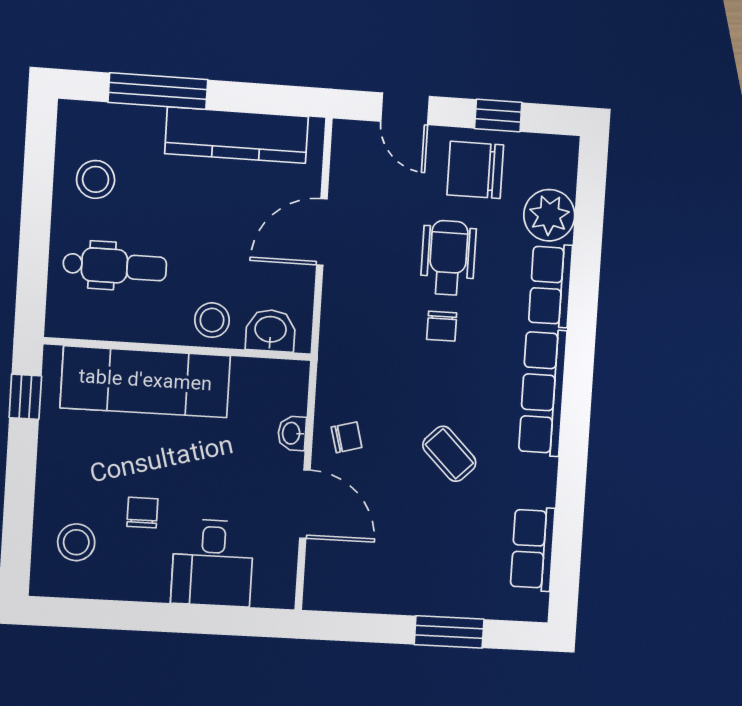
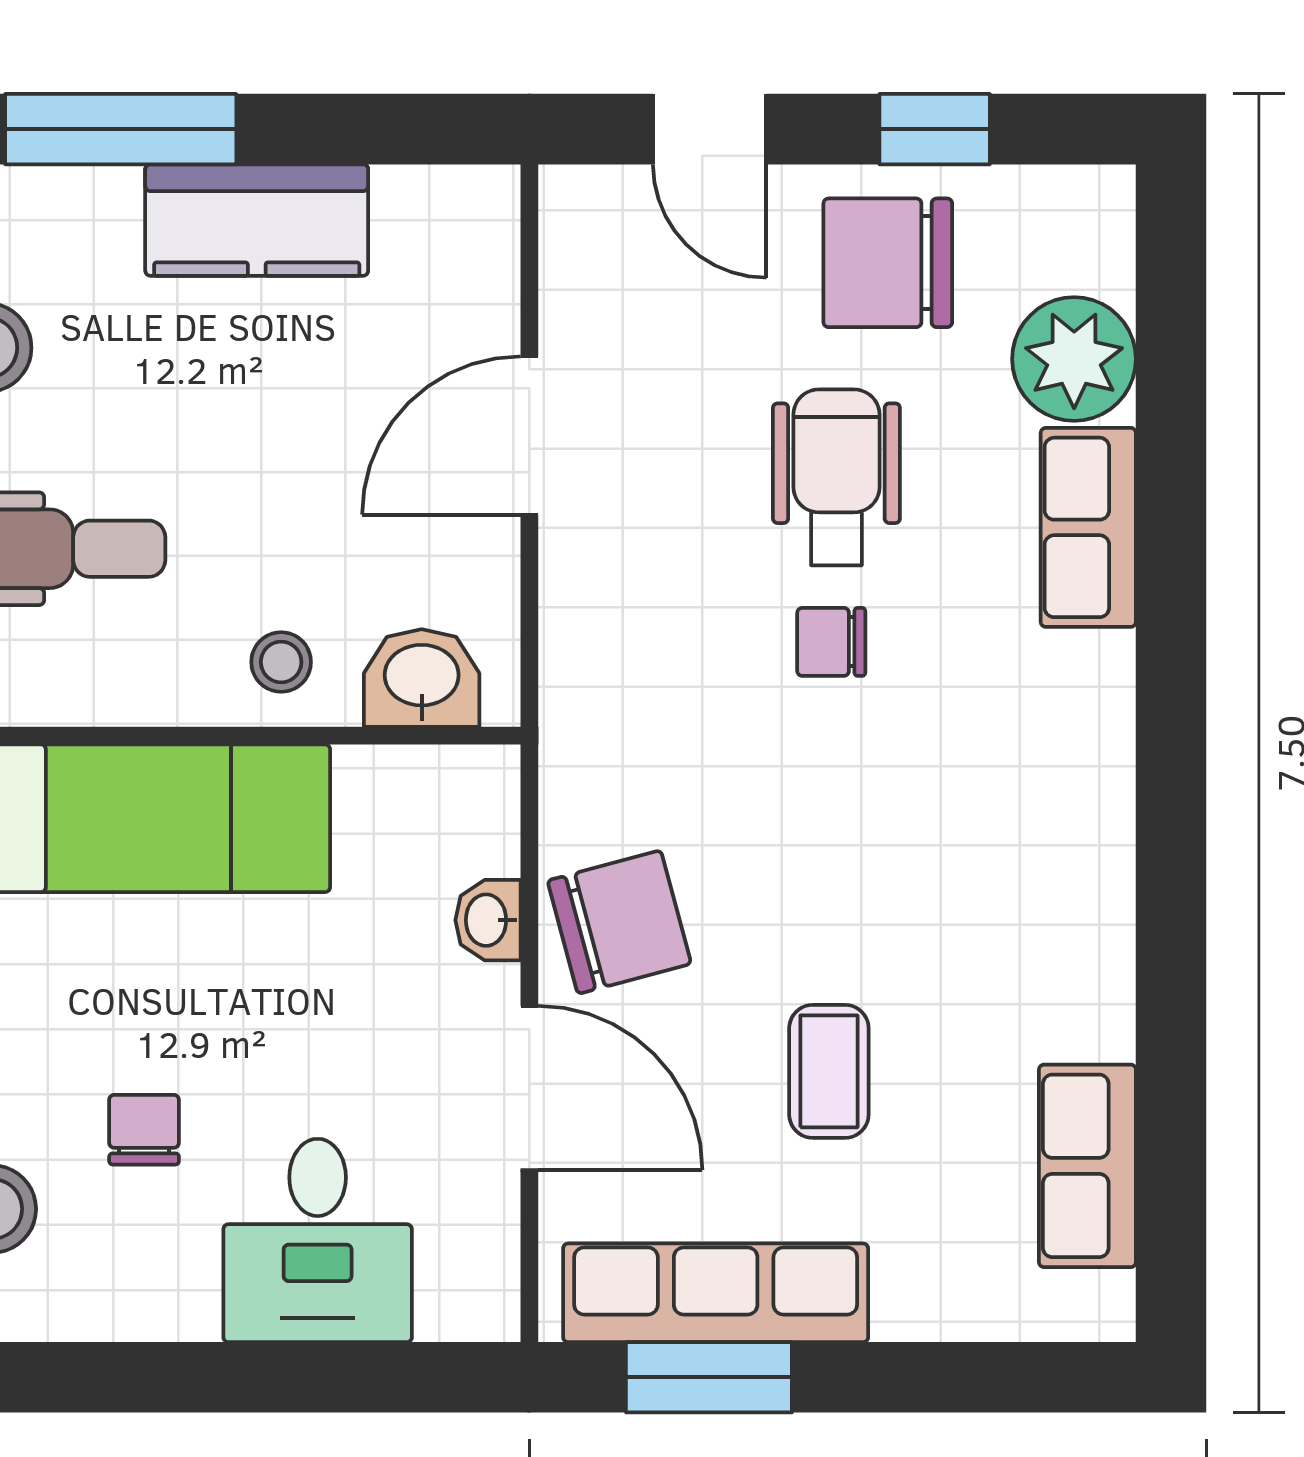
kitchen counter: (237, 135) -> (257, 220), width x0.67
stool: (212, 320) -> (281, 662), width x0.73, depth x0.73
chair: (442, 326) -> (831, 642), turned 90
row of seats: (543, 393) -> (716, 1293), moved, turned 90
chair: (347, 437) -> (619, 922), width x1.87, depth x1.87
coffee table: (449, 454) -> (829, 1071), moved, turned 45
window: (449, 632) -> (709, 1377), moved

